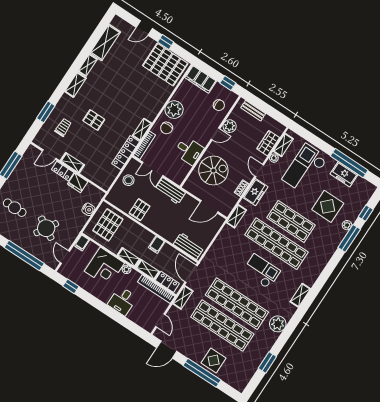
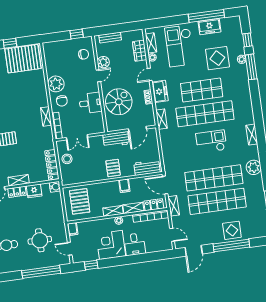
filing cabinet: (201, 79) -> (56, 48), removed
locker: (126, 153) -> (52, 165), moved
door: (259, 171) -> (150, 75), hinge flipped
workbench: (170, 191) -> (116, 139), moved
water cooler: (88, 209) -> (55, 187), moved
pallet: (140, 210) -> (113, 168), moved
round table: (46, 228) -> (40, 240), turned -31
corner desk: (104, 267) -> (111, 245), moved, turned 180

